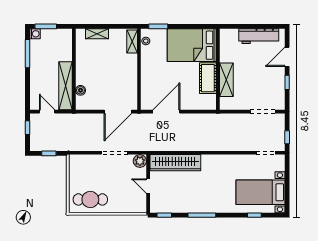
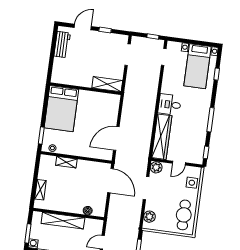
workbench: (259, 36) -> (62, 45), width x0.73
shelving: (132, 41) -> (66, 162), moved
door: (287, 57) -> (83, 27), swing flipped
cot: (208, 78) -> (92, 98), removed
shelving: (226, 80) -> (107, 84), moved
shelving: (65, 86) -> (63, 221), moved
door: (166, 112) -> (116, 139), hinge flipped
plant: (83, 161) -> (149, 217), added
desk: (213, 167) -> (170, 105), added
side table: (128, 204) -> (192, 183), added

